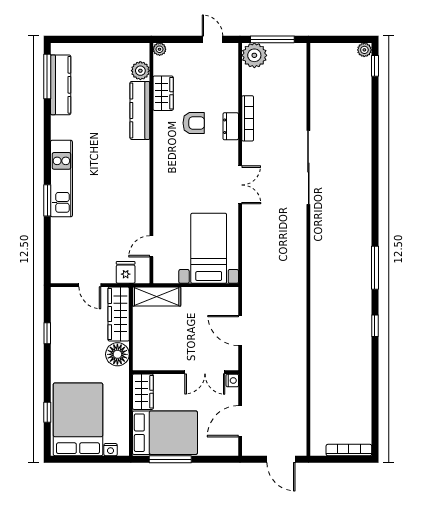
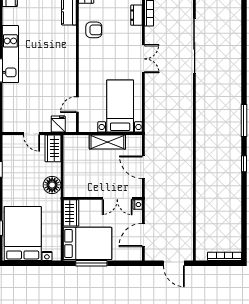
armchair: (194, 123) -> (94, 30), moved
shelving: (157, 296) -> (107, 142), moved
wardrobe: (119, 314) -> (53, 148), width x0.67

